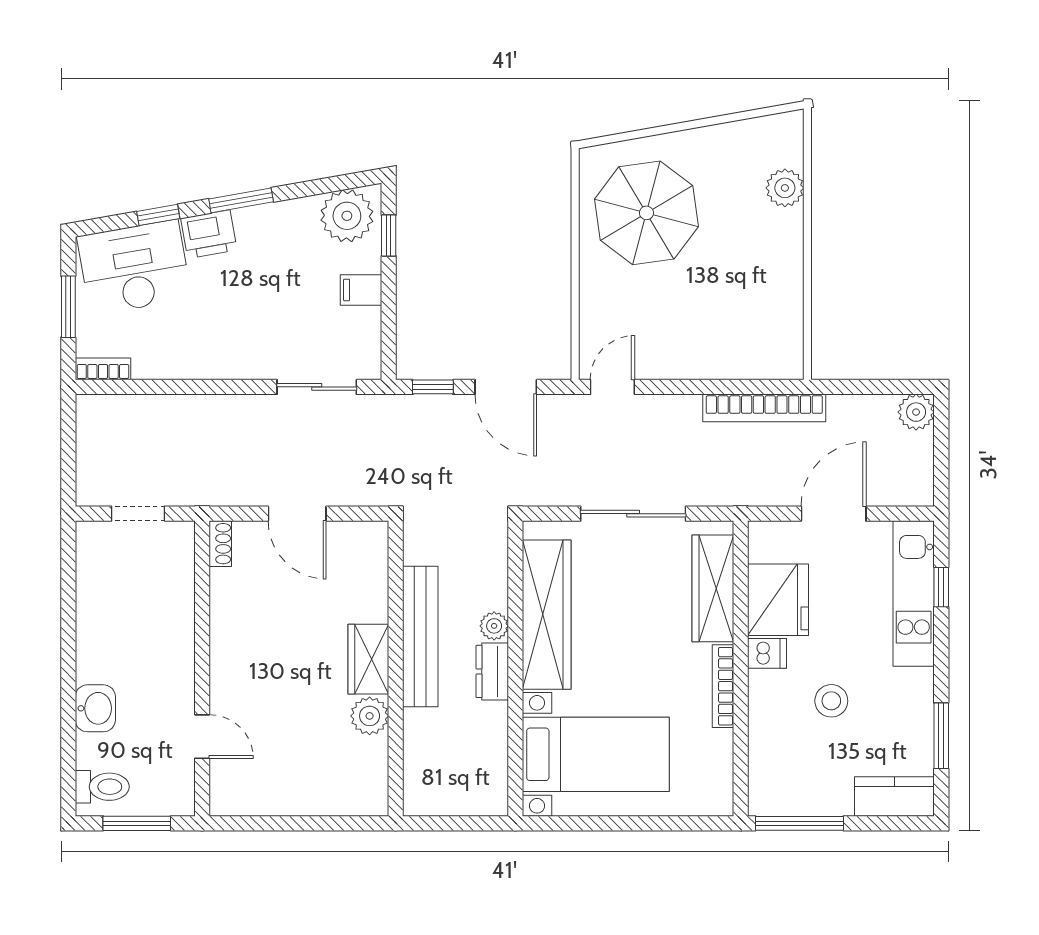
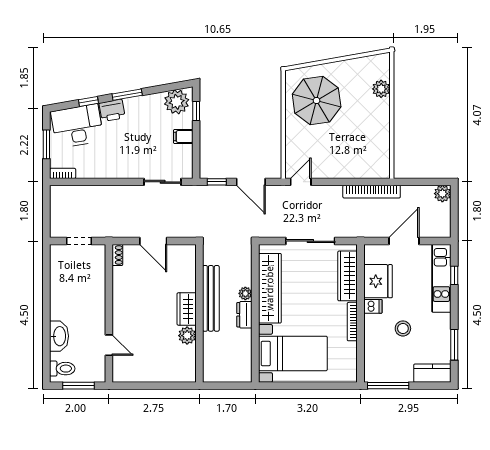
washbasin: (95, 708) -> (59, 336), width x1.38

